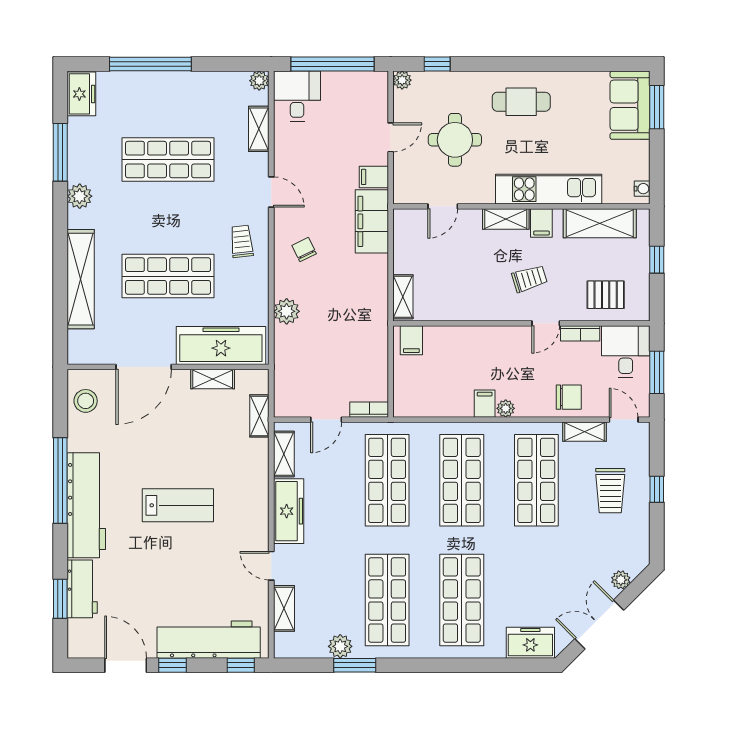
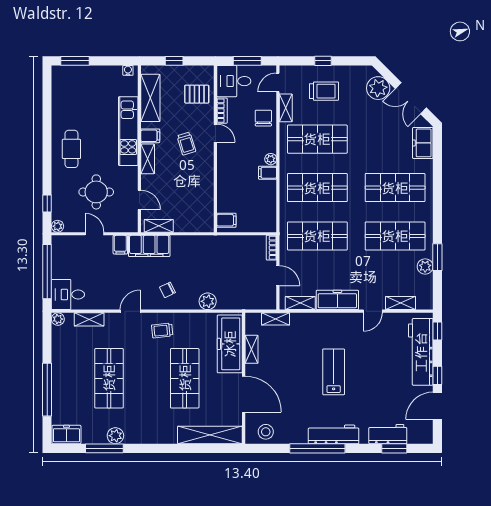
sofa: (630, 105) -> (74, 78), removed
plant: (80, 196) -> (115, 436), moved
shelving: (81, 279) -> (210, 435), moved
trolley: (529, 279) -> (186, 144), turned 180
pallet: (606, 295) -> (197, 94), turned 90
shelving: (403, 297) -> (159, 226), moved
workbench: (86, 505) -> (334, 434), width x0.73, depth x0.76
plant: (621, 580) -> (378, 88), width x1.88, depth x1.88

